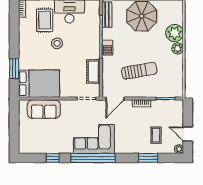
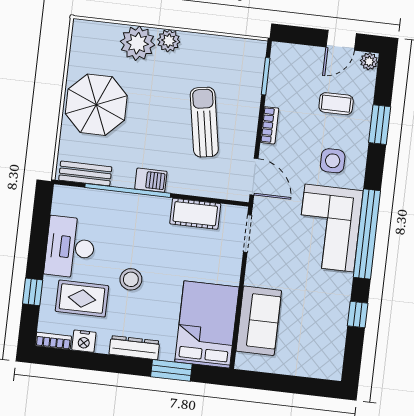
nightstand: (24, 24) -> (84, 341), added
dresser: (23, 49) -> (134, 348), added
side table: (127, 137) -> (333, 161), added

